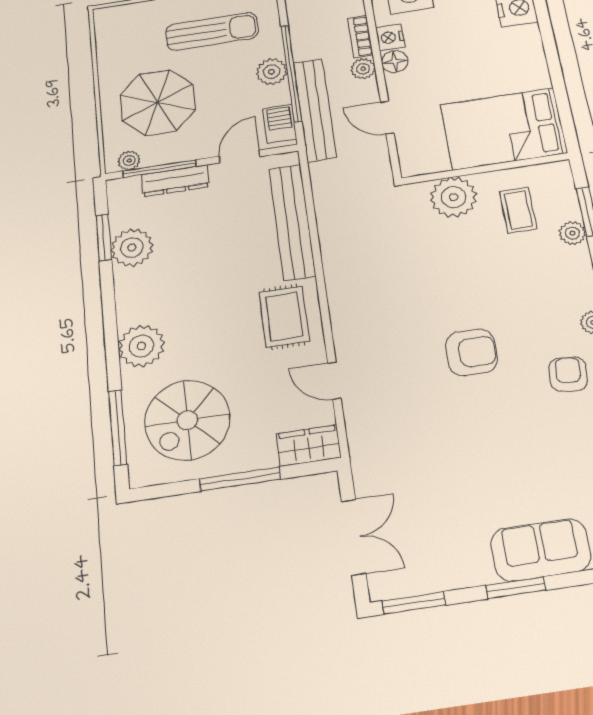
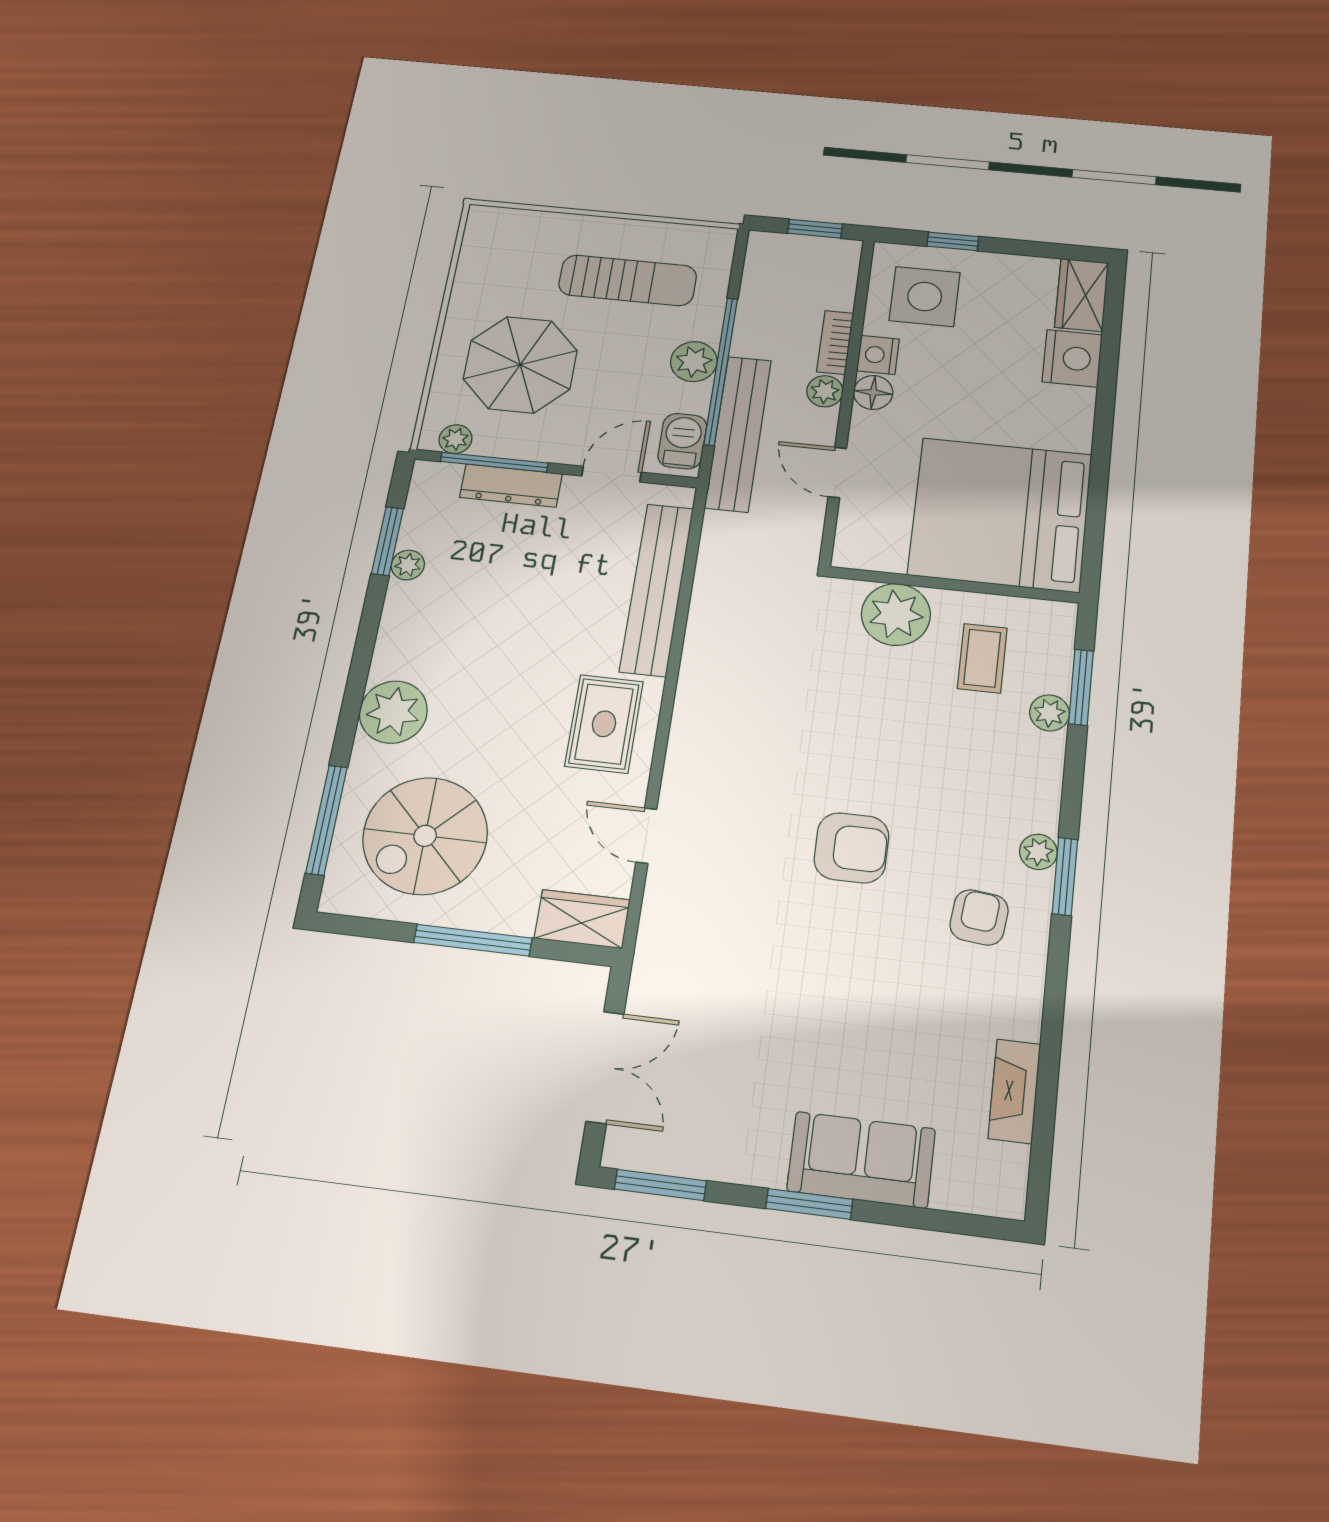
bed: (504, 129) -> (1000, 514), width x1.36
plant: (132, 248) -> (408, 565), width x0.53, depth x0.53

